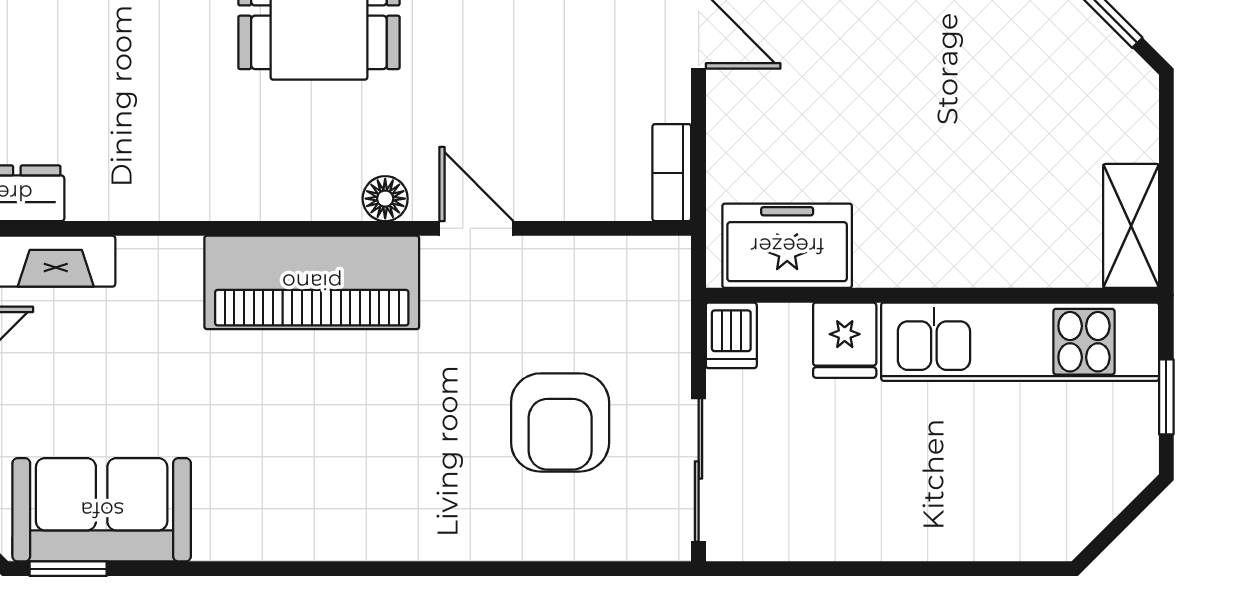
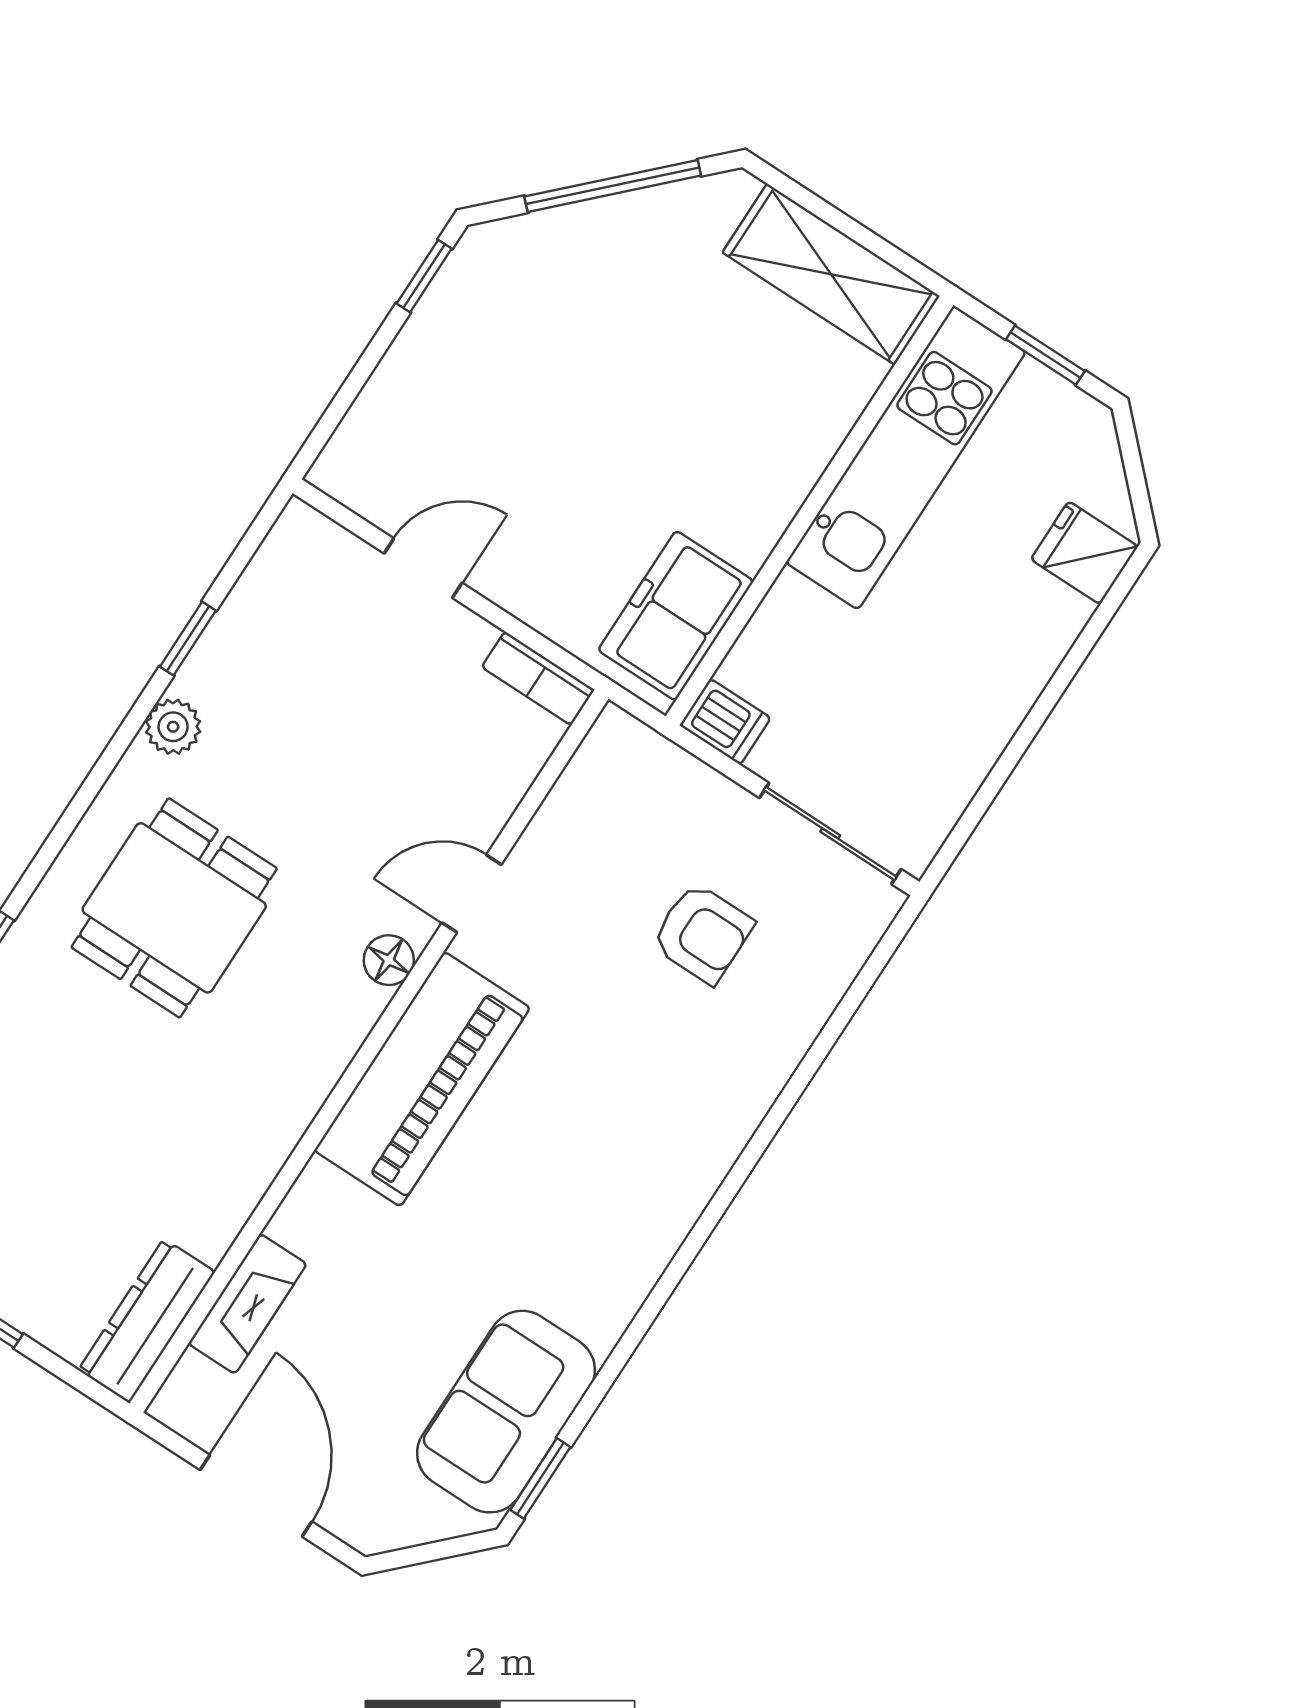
shelving: (1131, 226) -> (831, 274), width x1.50, depth x1.33
fridge: (845, 340) -> (1084, 553), moved, turned 180
armchair: (560, 422) -> (702, 933), width x0.72, depth x0.72

